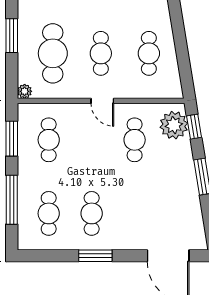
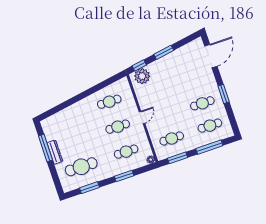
cafe table: (53, 53) -> (126, 152), width x0.73, depth x0.74
cafe table: (135, 140) -> (157, 94), removed

